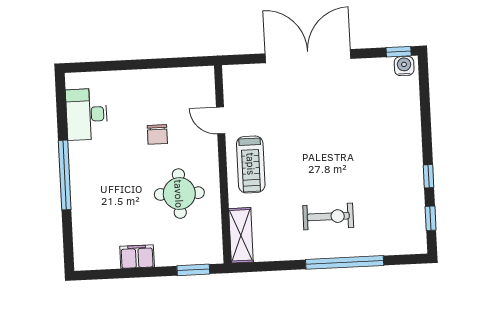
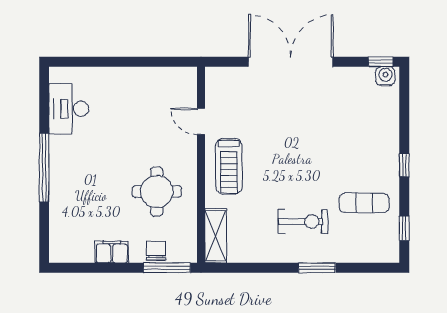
chair: (157, 134) -> (156, 251), moved, turned 180
window: (428, 176) -> (404, 165), moved
exercise mat: (389, 195) -> (364, 203), added
window: (345, 262) -> (317, 268), width x0.47
window: (193, 270) -> (167, 268), width x1.44

